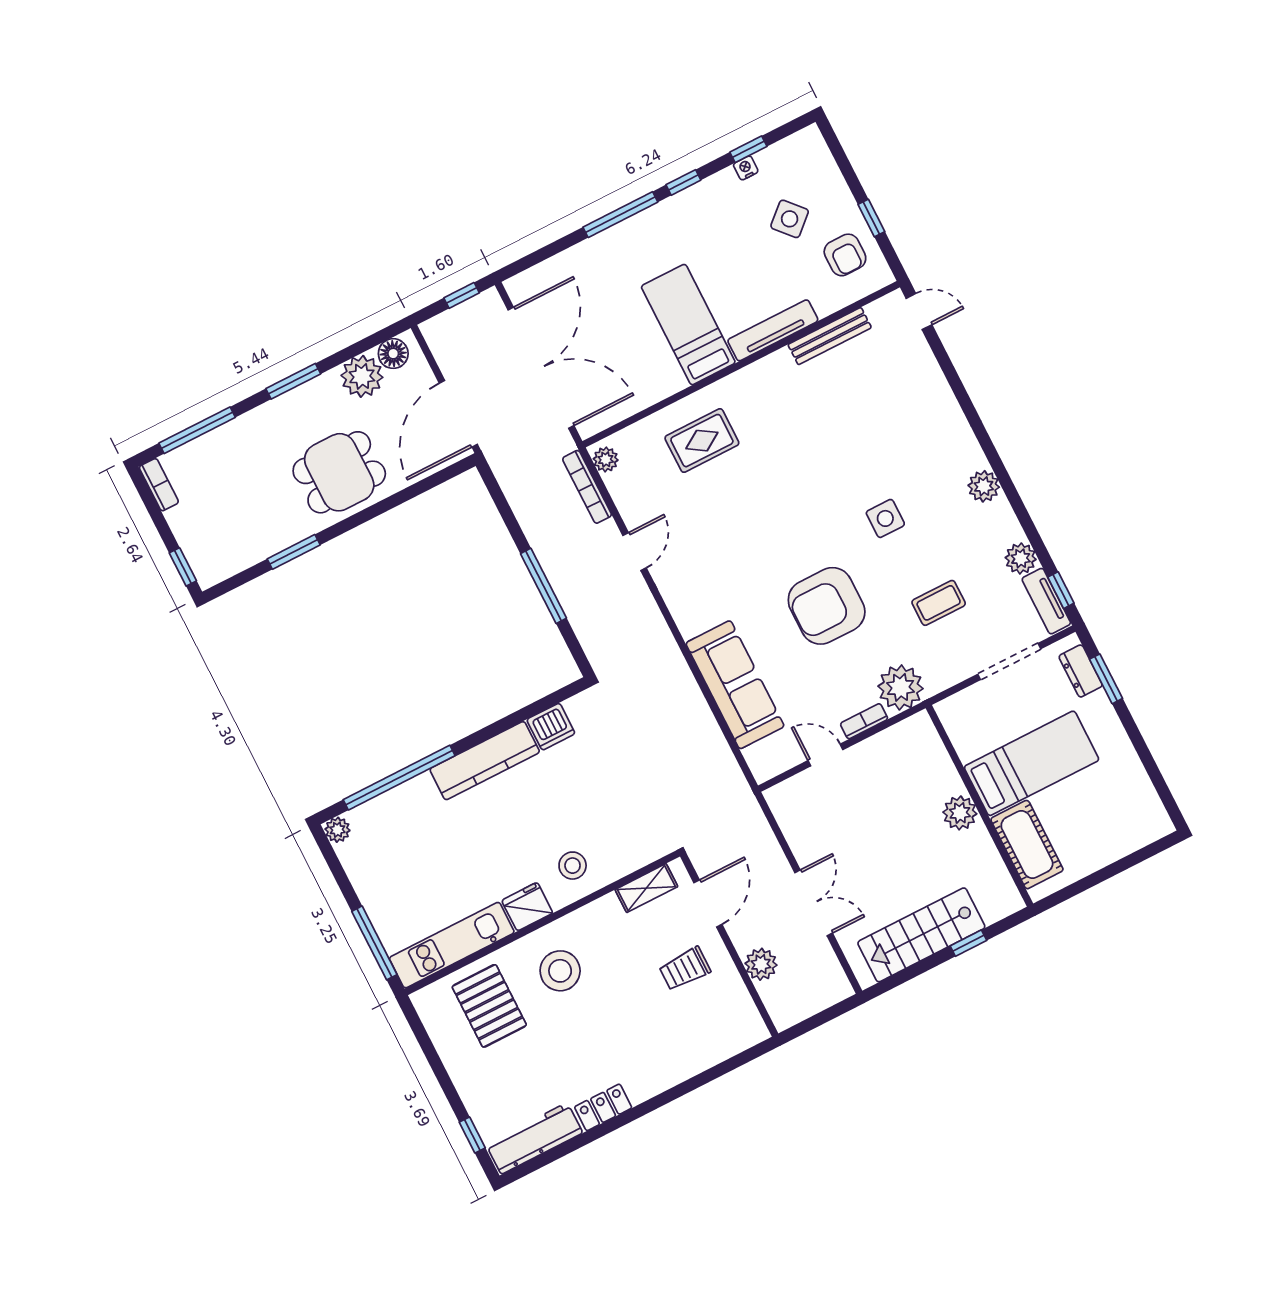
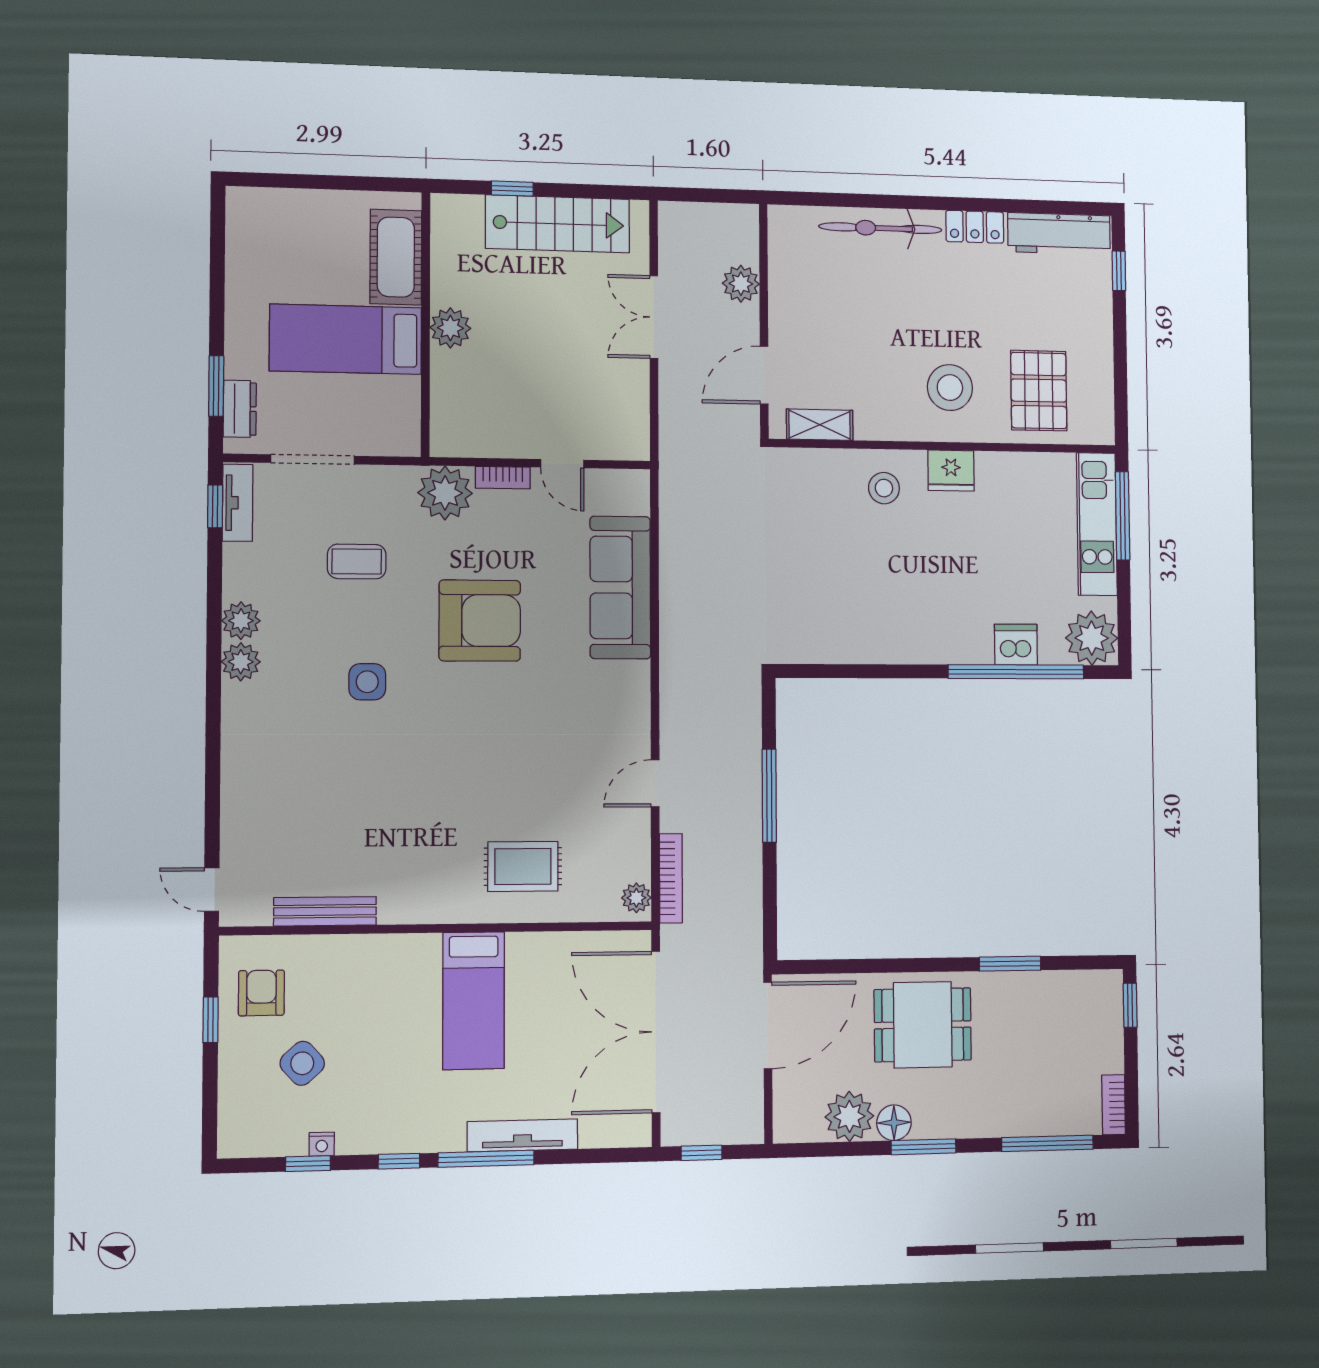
tv unit: (773, 330) -> (522, 1135), moved, turned 180
floor lamp: (393, 354) -> (894, 1123), moved
plant: (1021, 558) -> (241, 621), moved
dishwasher: (551, 727) -> (1016, 645), moved
kitchen counter: (485, 761) -> (920, 644), removed
plant: (337, 830) -> (1092, 638), width x1.87, depth x1.87
kitchen unit: (452, 945) -> (1097, 524), moved, turned 90
trolley: (685, 969) -> (822, 321), removed
bicycle: (676, 1066) -> (880, 228), added

